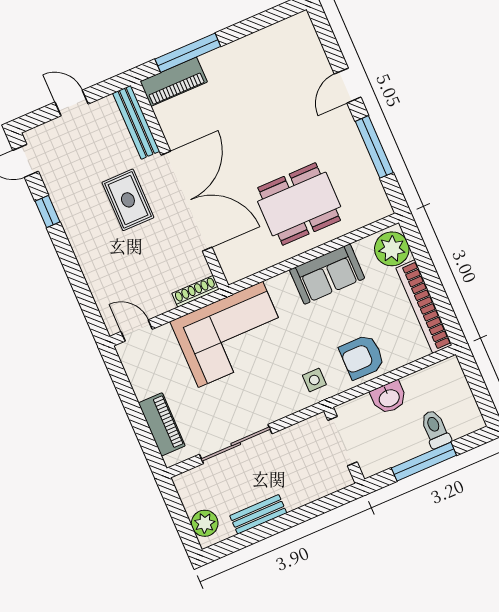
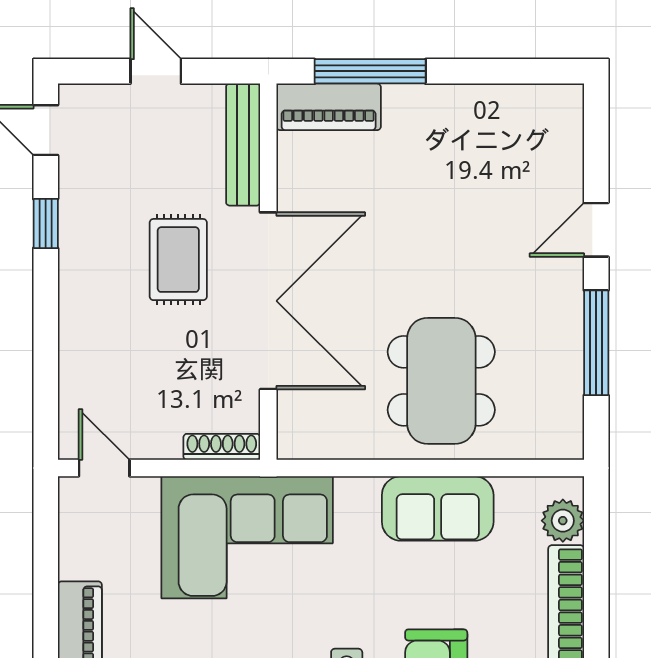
dining table: (299, 204) -> (441, 381), turned 90
plant: (392, 249) -> (563, 521), width x0.73, depth x0.73

